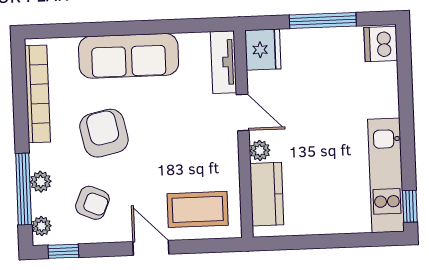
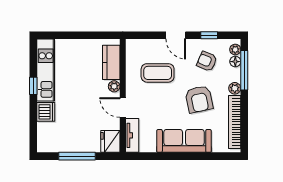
dishwasher: (381, 44) -> (46, 112), moved
plant: (41, 182) -> (235, 88), moved
floor lamp: (41, 204) -> (235, 62), added
window: (410, 206) -> (33, 86), moved
coffee table: (198, 209) -> (158, 73), moved
window: (63, 251) -> (209, 35), moved

